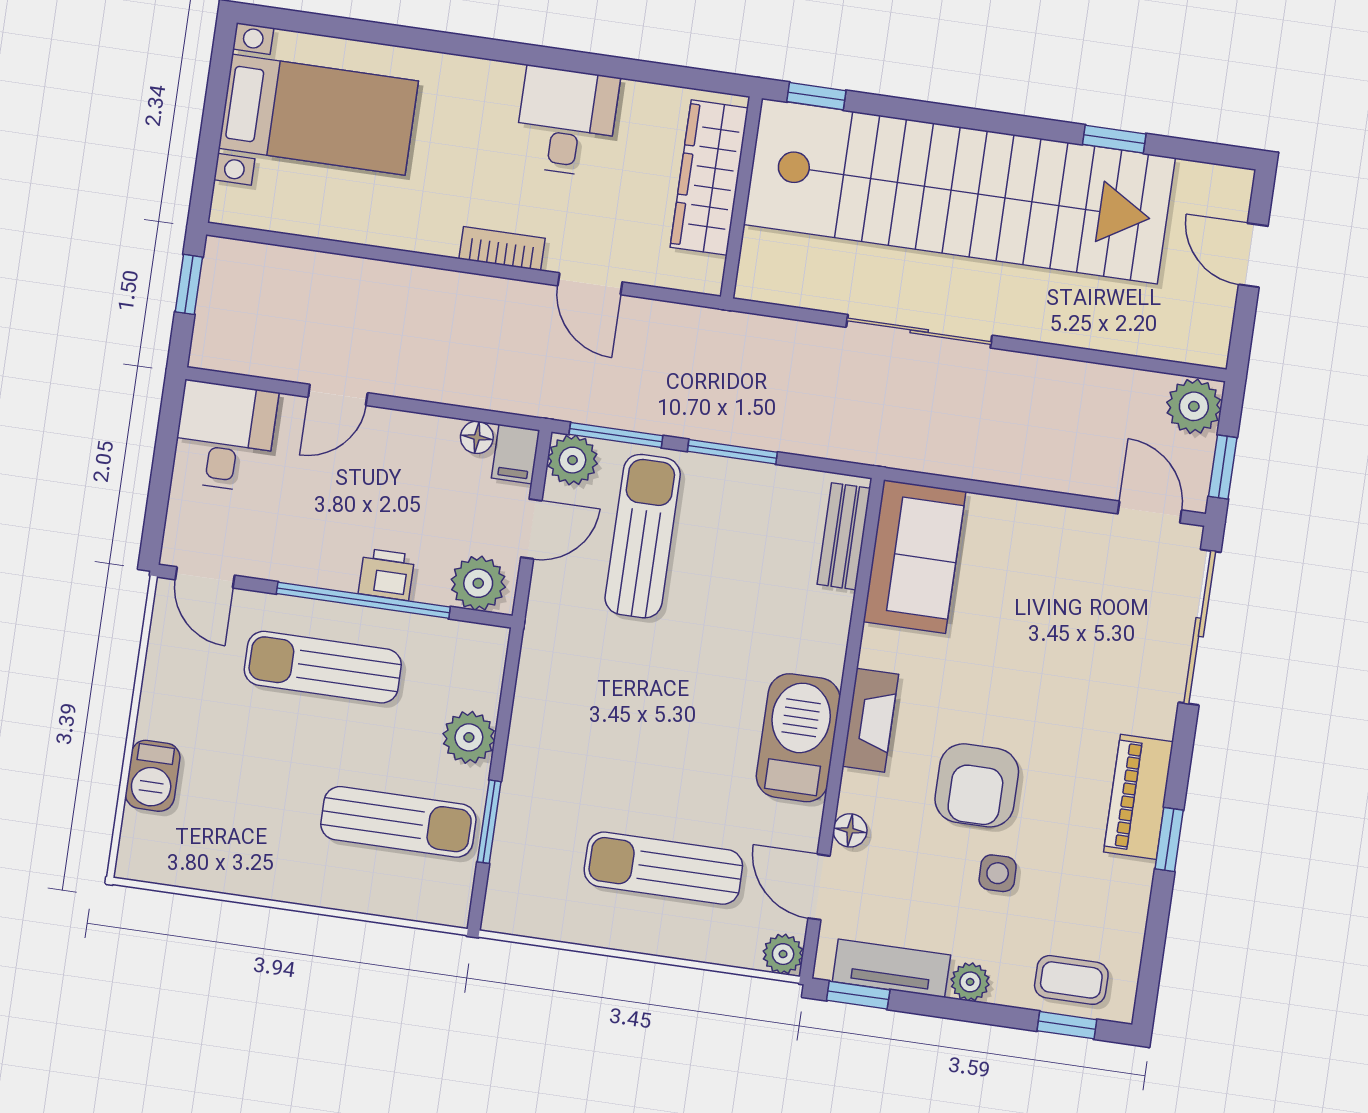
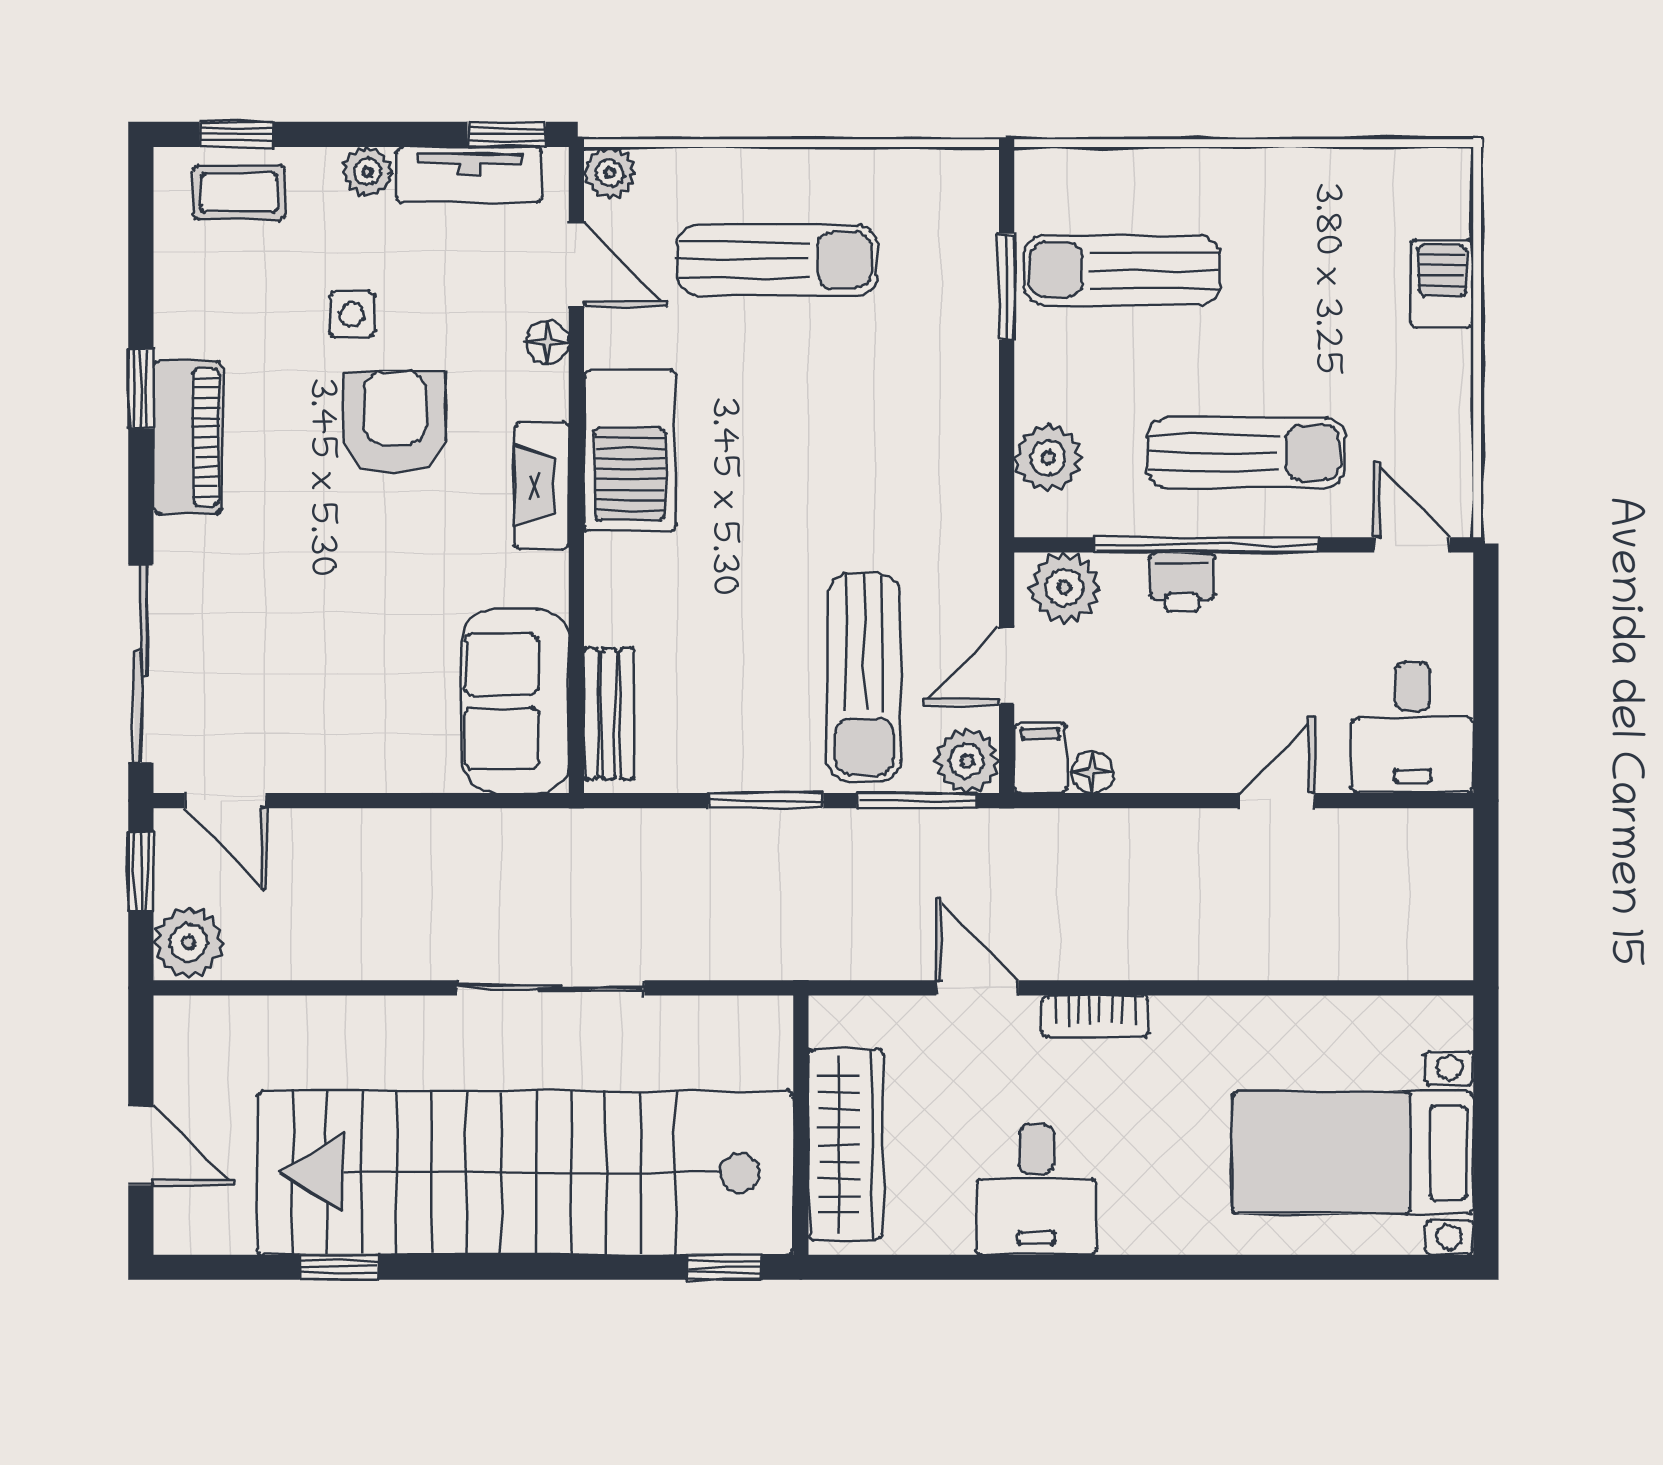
window: (189, 284) -> (1486, 914), removed
plant: (469, 737) -> (1048, 458), moved

